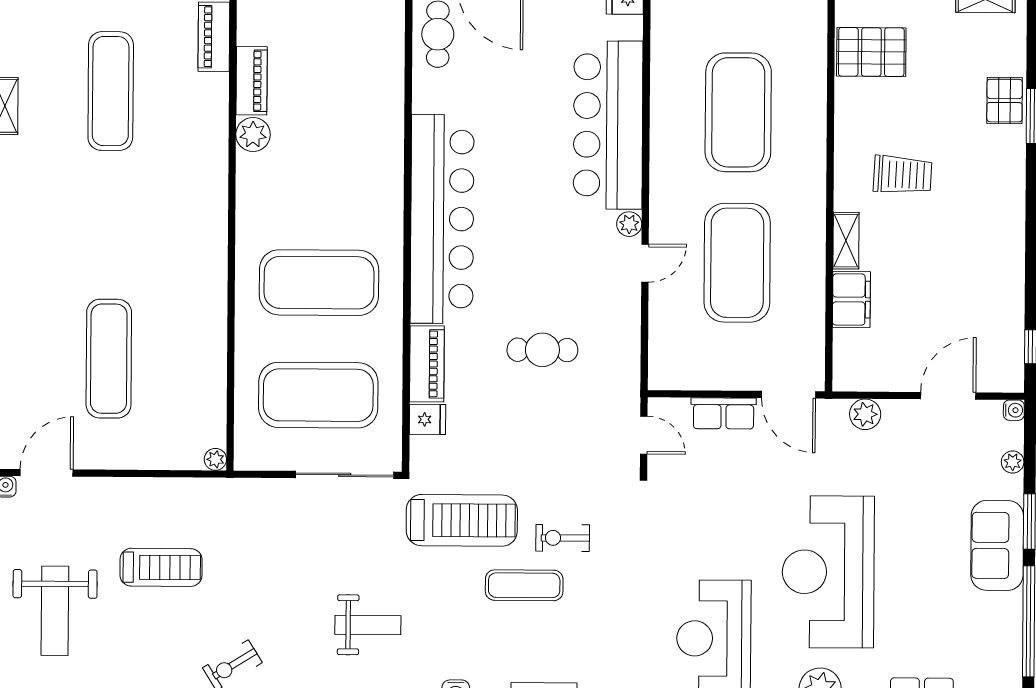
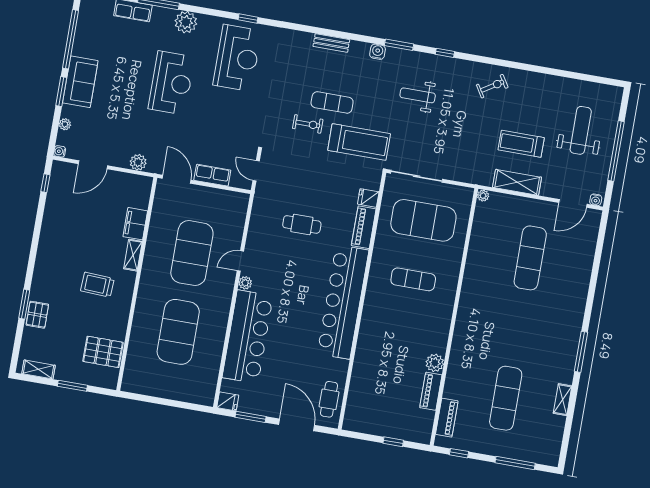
exercise mat: (319, 283) -> (413, 279), width x0.50, depth x0.69
shelving: (157, 495) -> (517, 182), added
treadmill: (462, 520) -> (359, 142), turned 180
reception desk: (828, 572) -> (171, 83), width x0.74, depth x0.77

